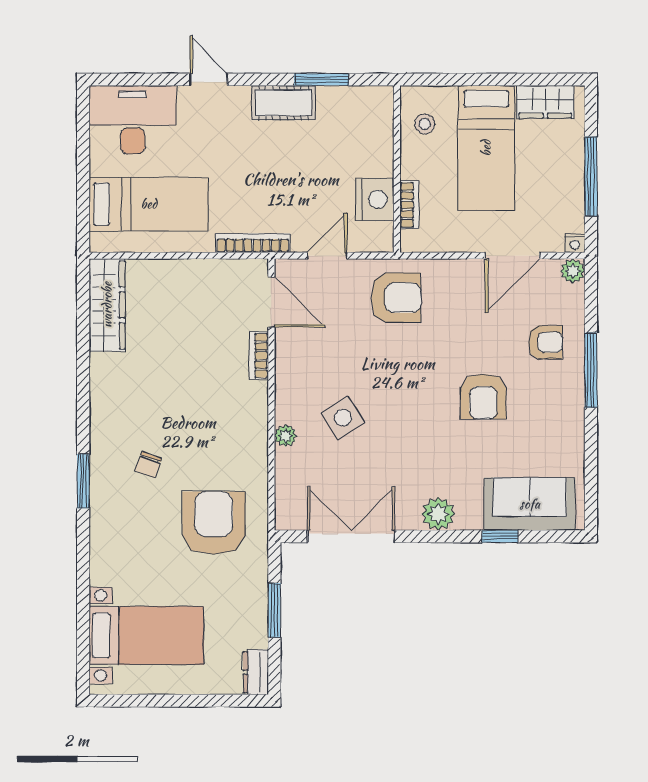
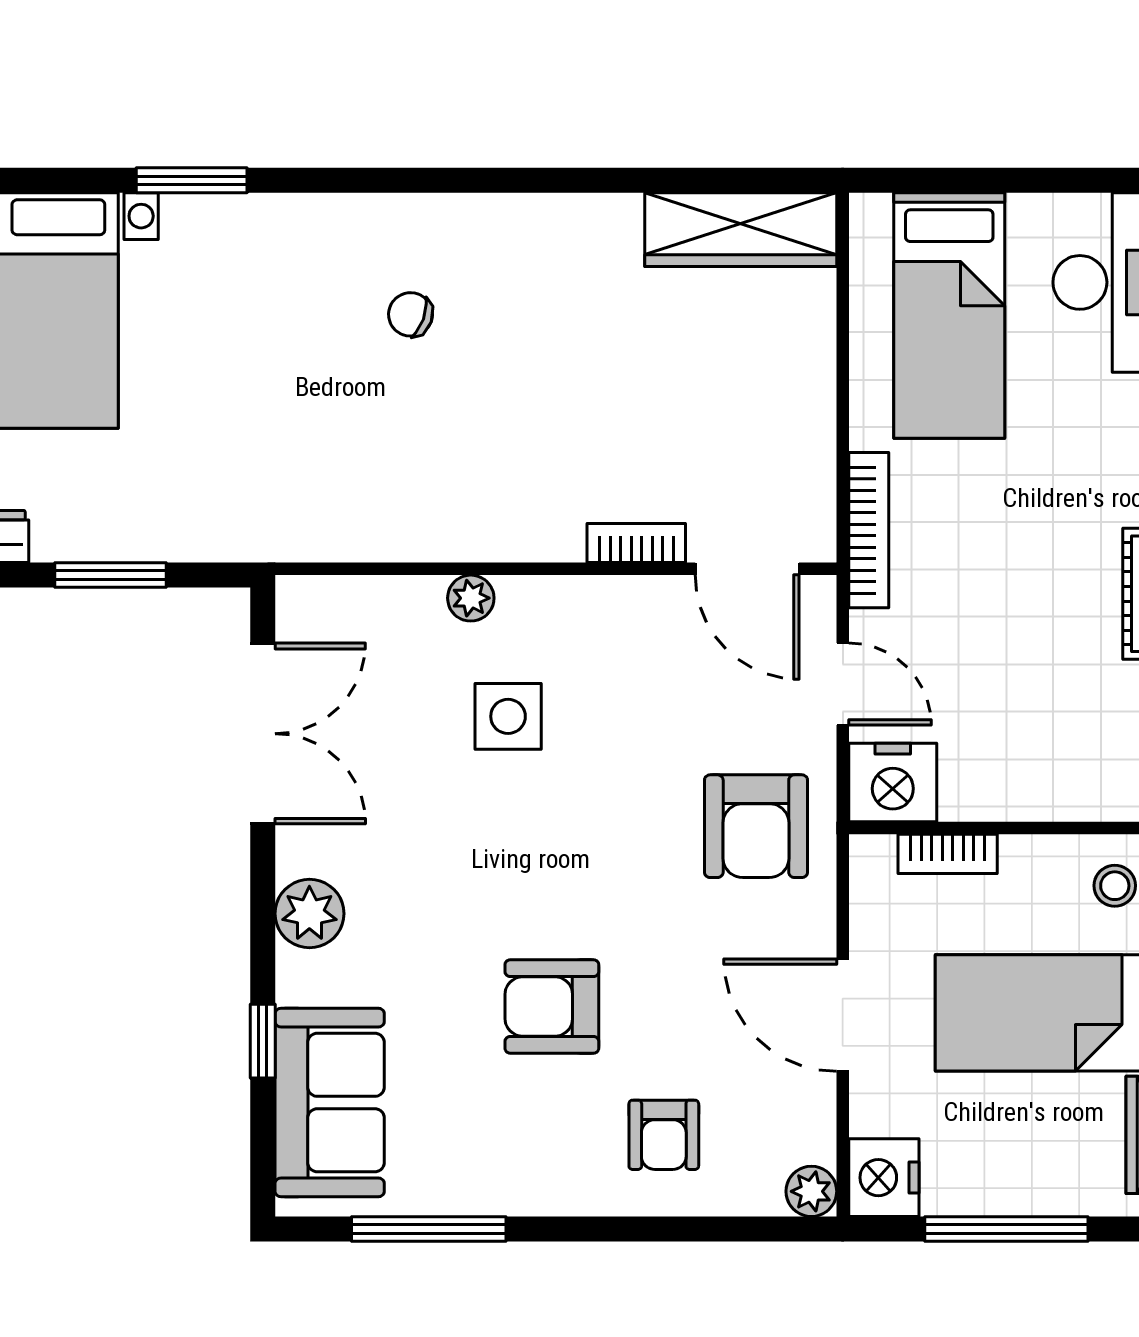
nightstand: (375, 199) -> (893, 782), moved
nightstand: (575, 243) -> (884, 1178), width x1.89, depth x1.79
door: (512, 256) -> (843, 1015), moved
door: (271, 302) -> (747, 569), hinge flipped
window: (591, 370) -> (429, 1229), moved
side table: (343, 418) -> (508, 716), turned 33
window: (83, 481) -> (192, 180), moved
armchair: (214, 523) -> (291, 450), removed

